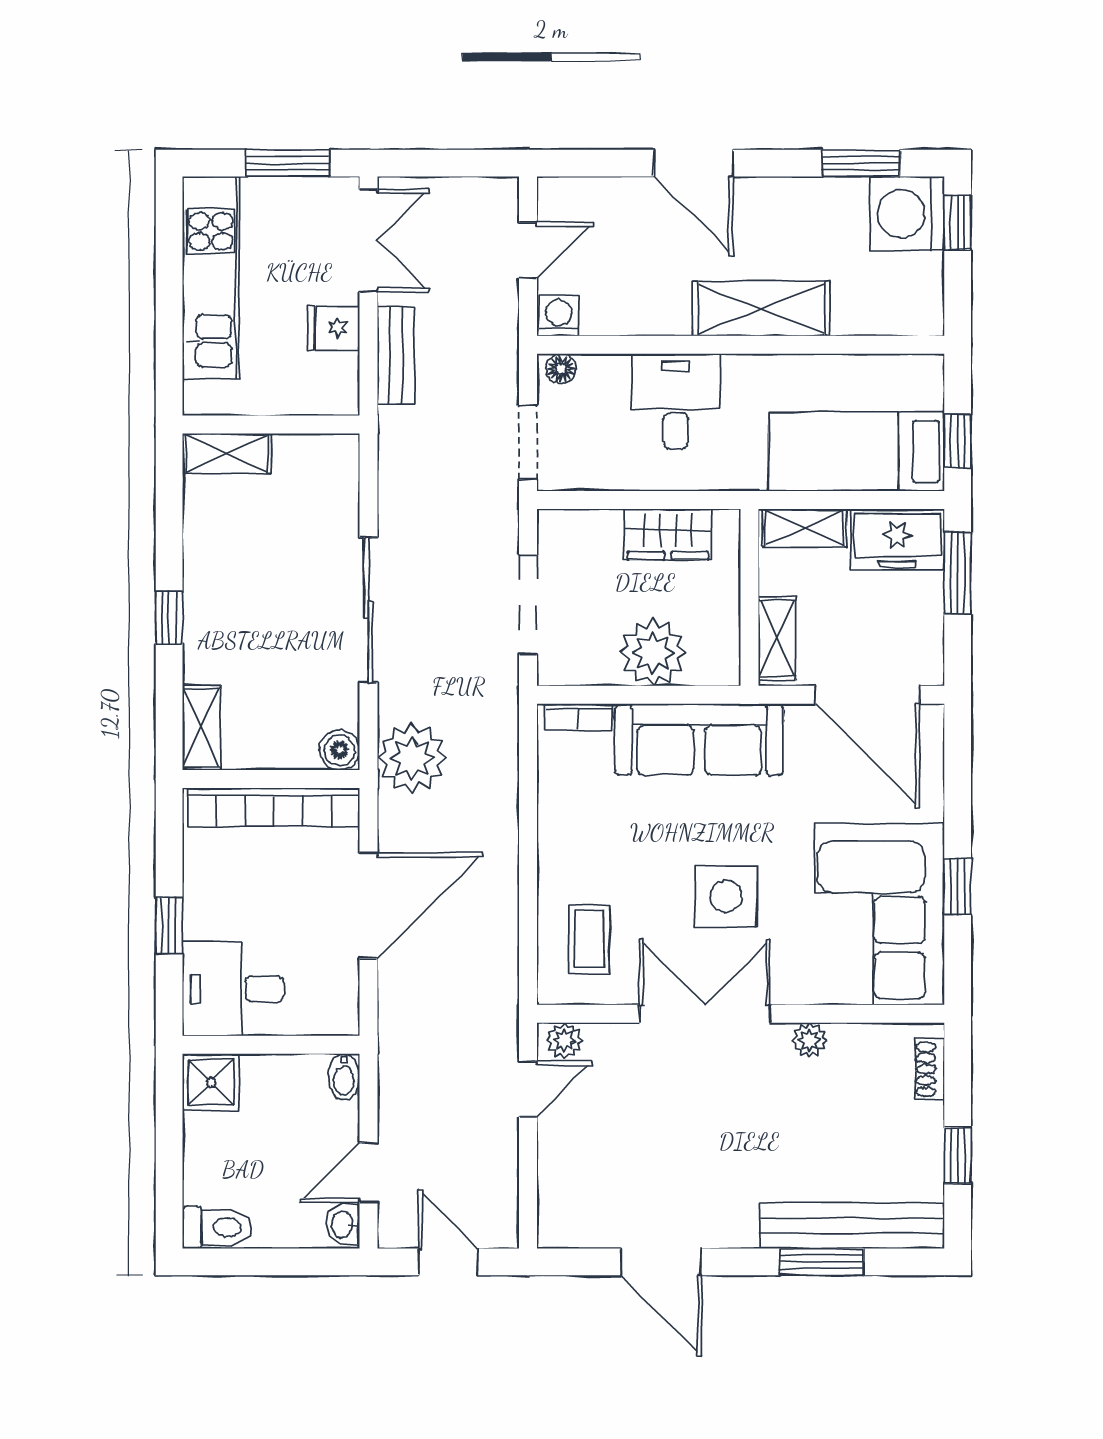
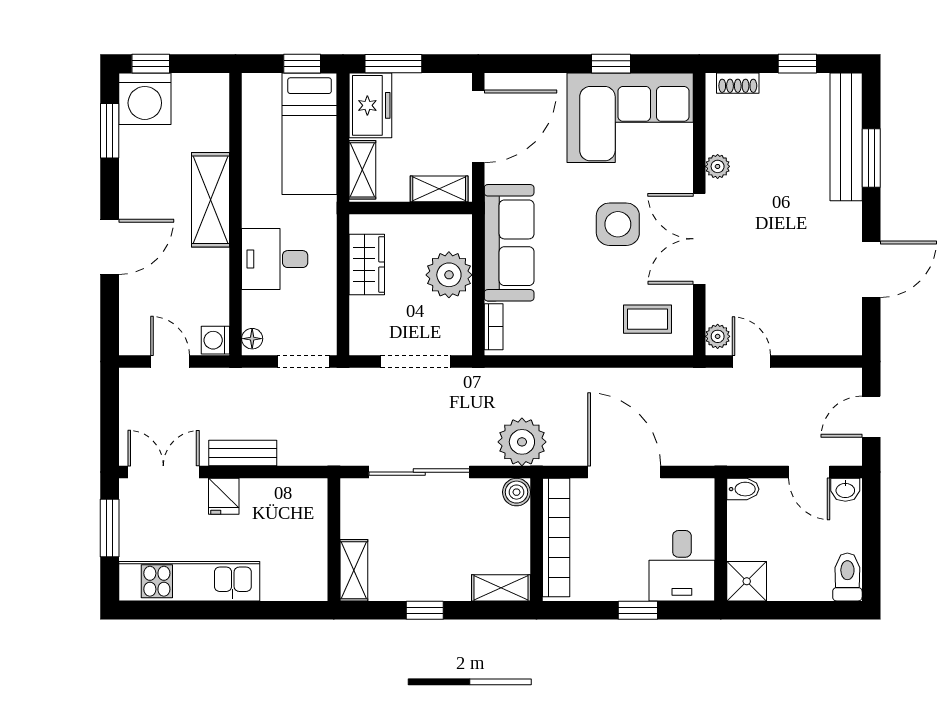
wall: (271, 425) -> (334, 540), moved
shelving: (227, 453) -> (354, 570), moved

